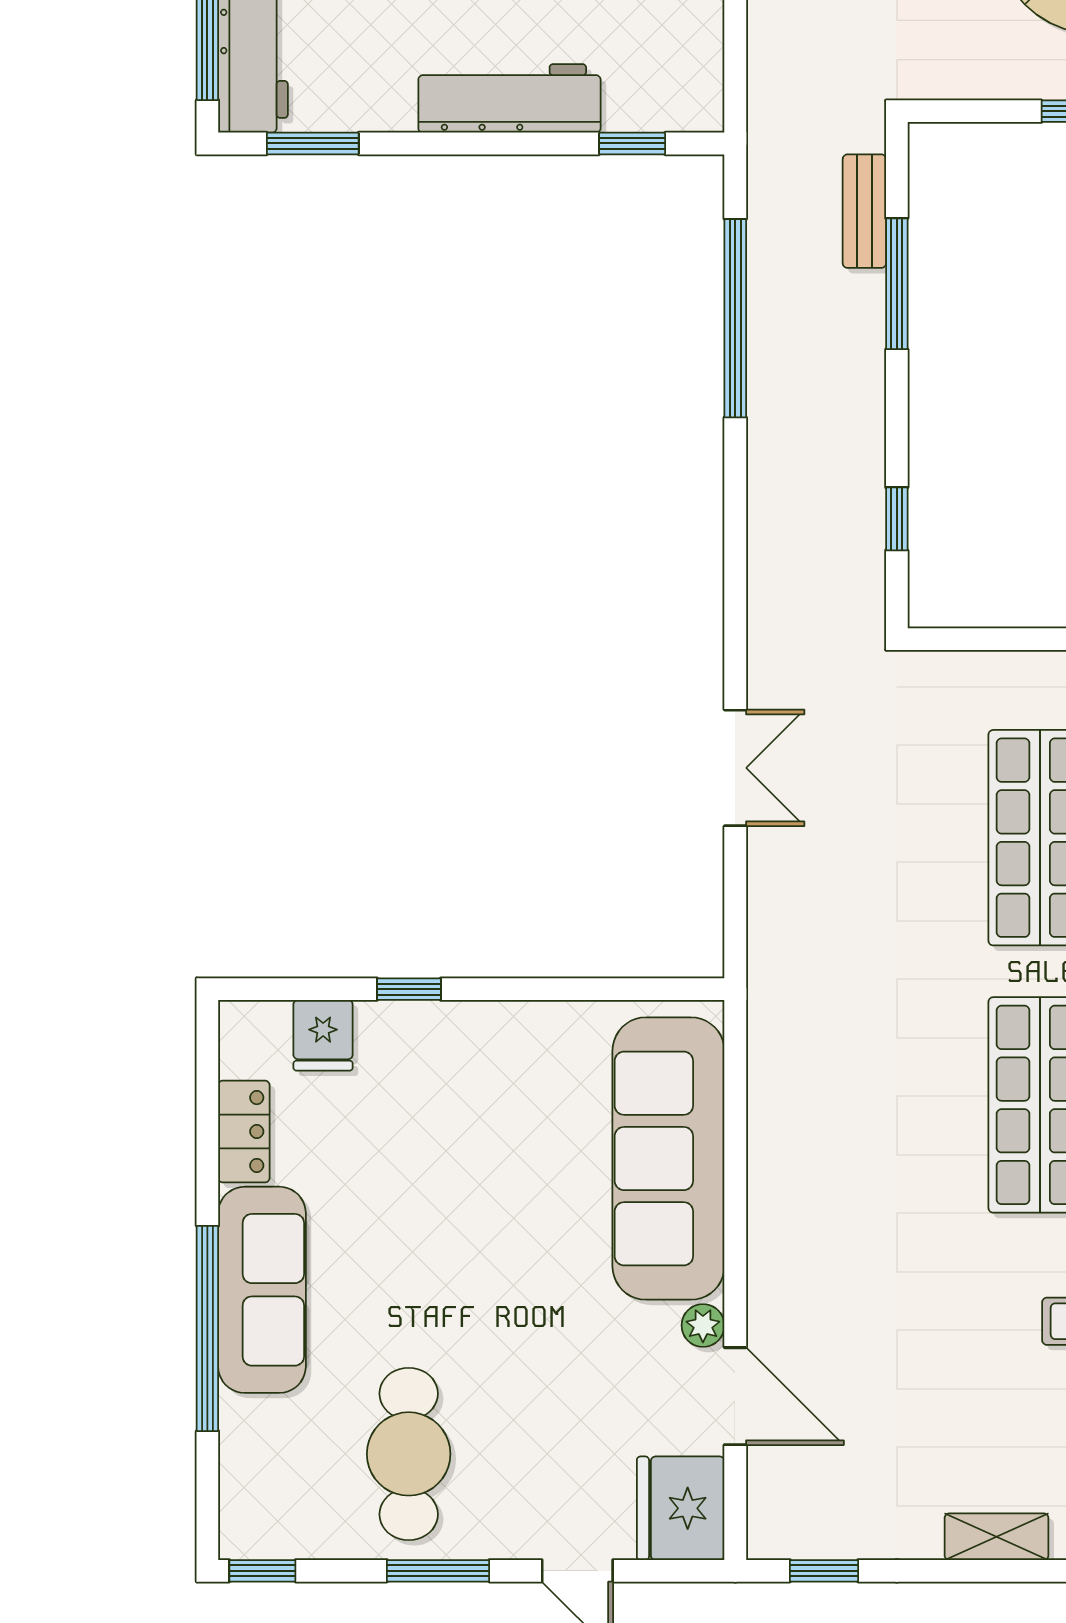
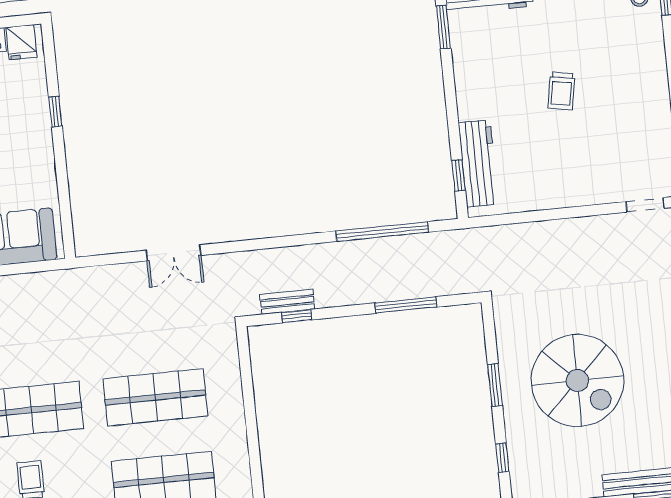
workbench: (509, 98) -> (478, 163), moved
bench: (864, 211) -> (287, 302), moved
fridge: (323, 1035) -> (21, 42), moved, turned -90

